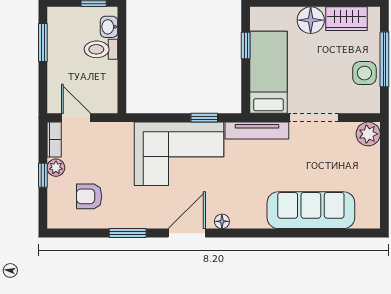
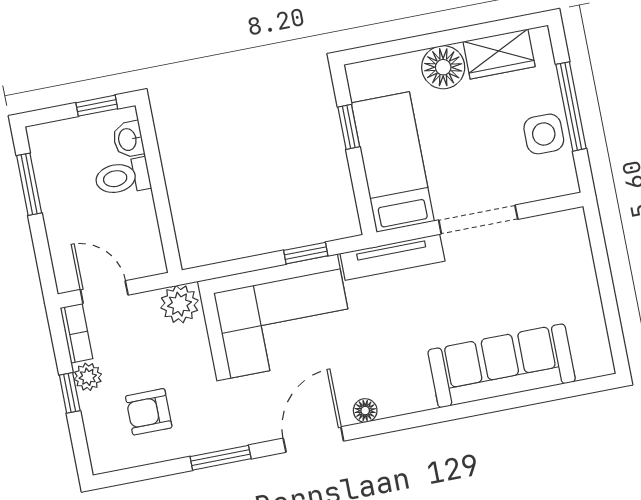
plant: (368, 134) -> (180, 304), moved

